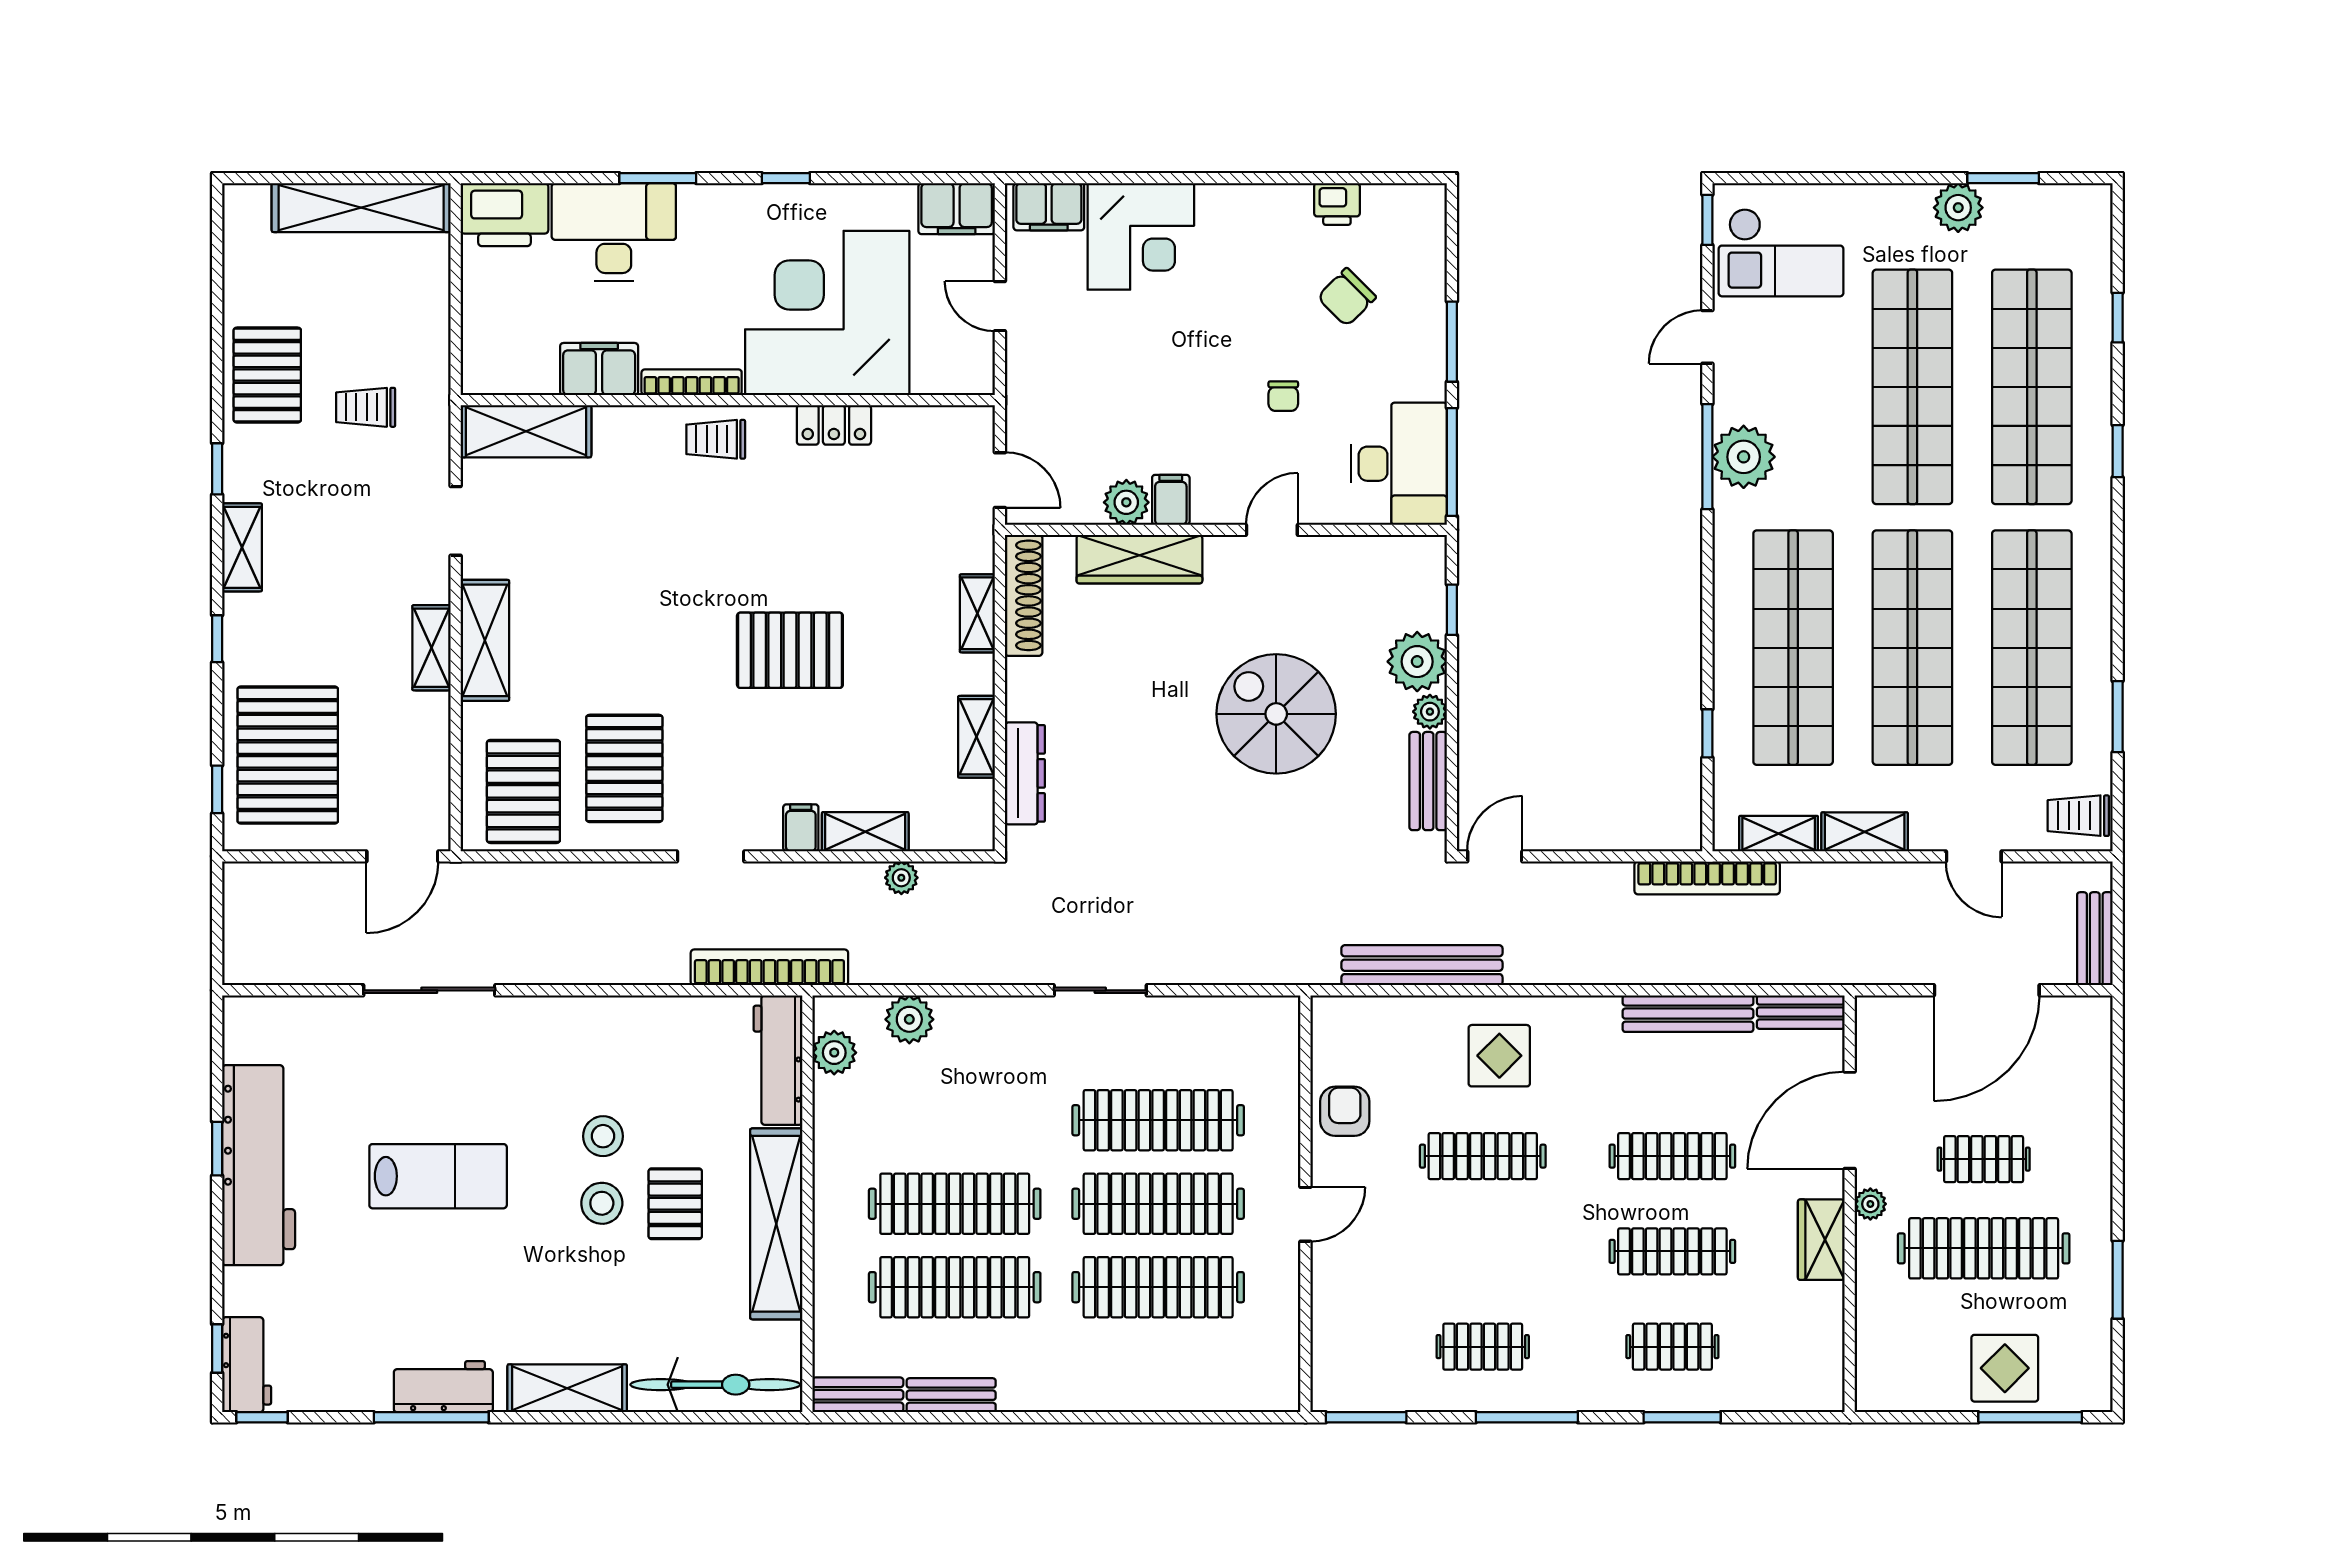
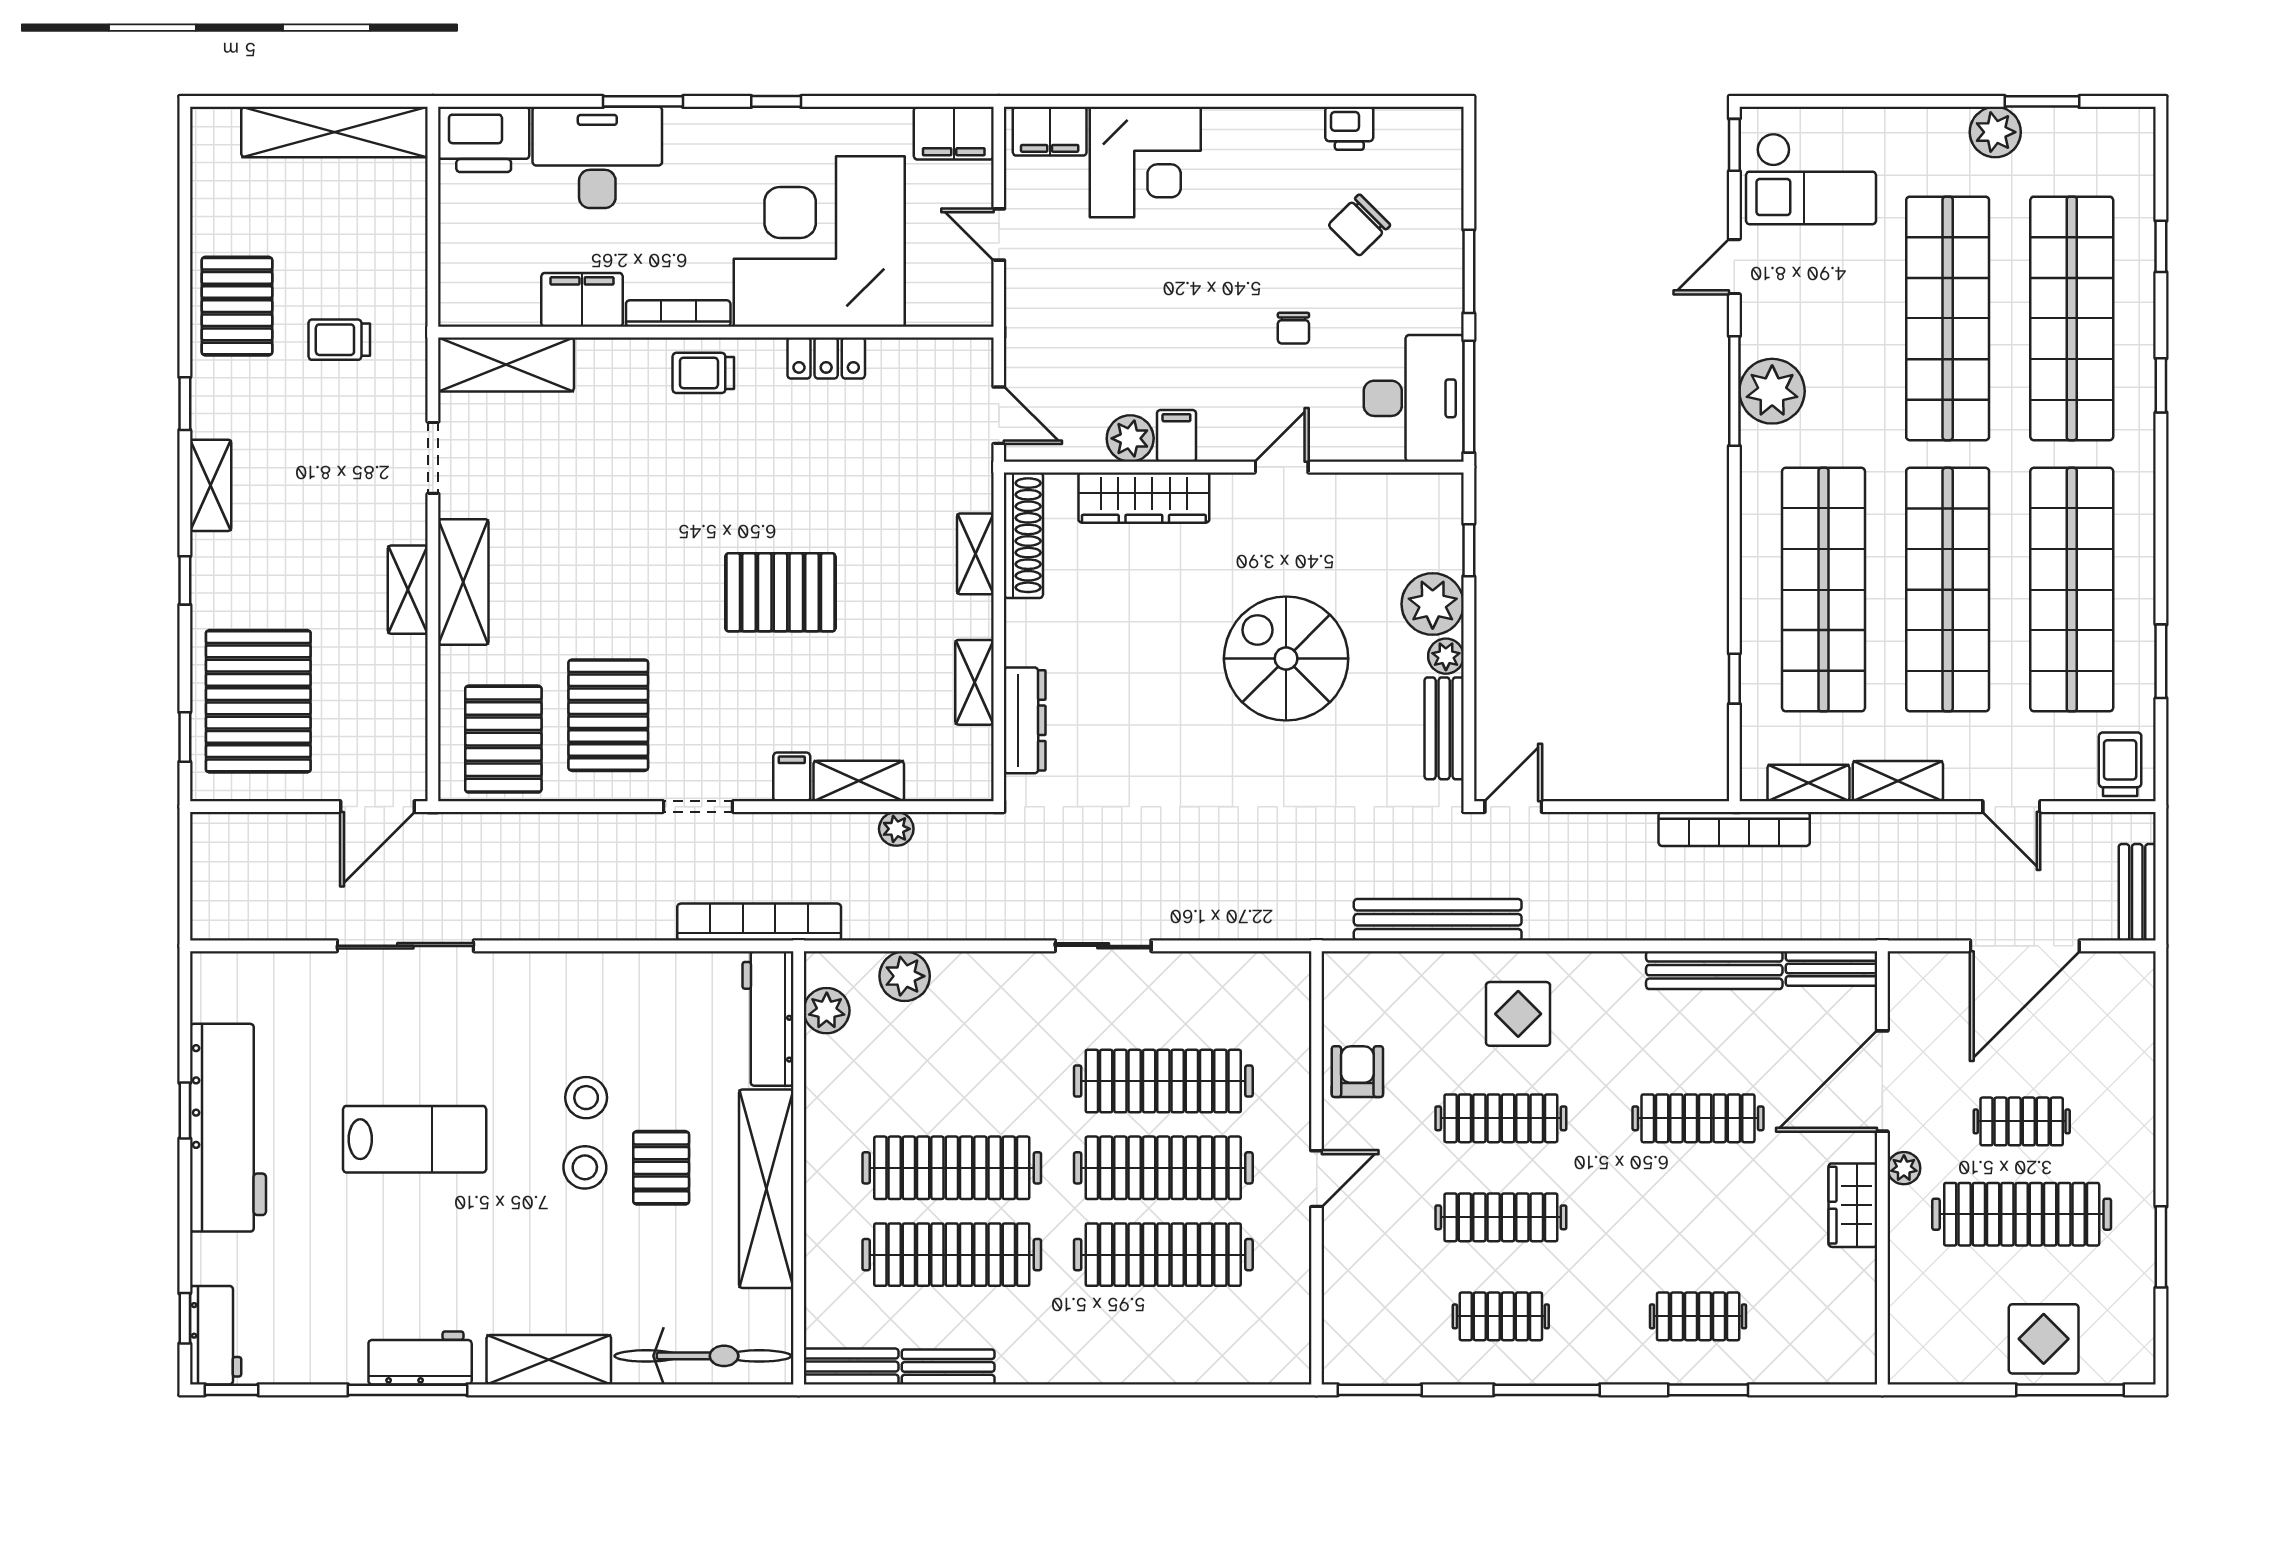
trolley: (2078, 816) -> (2120, 764), turned 90
clothes rail: (1672, 1251) -> (1501, 1217), moved

